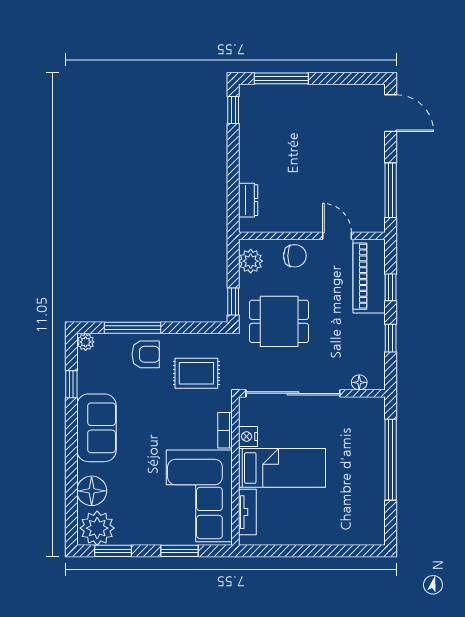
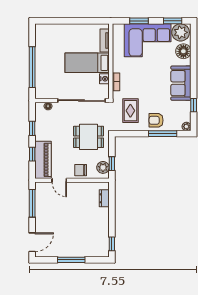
window: (281, 78) -> (71, 260), moved
door: (391, 113) -> (32, 242), swing flipped
window: (233, 302) -> (112, 164), moved
rug: (196, 373) -> (130, 111), turned 90
corner sofa: (199, 496) -> (148, 40), moved, turned 90

